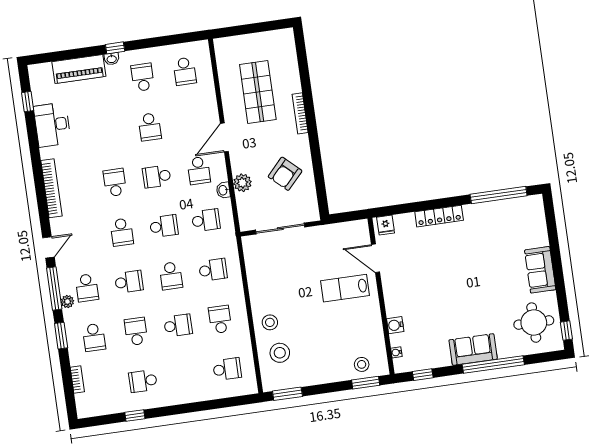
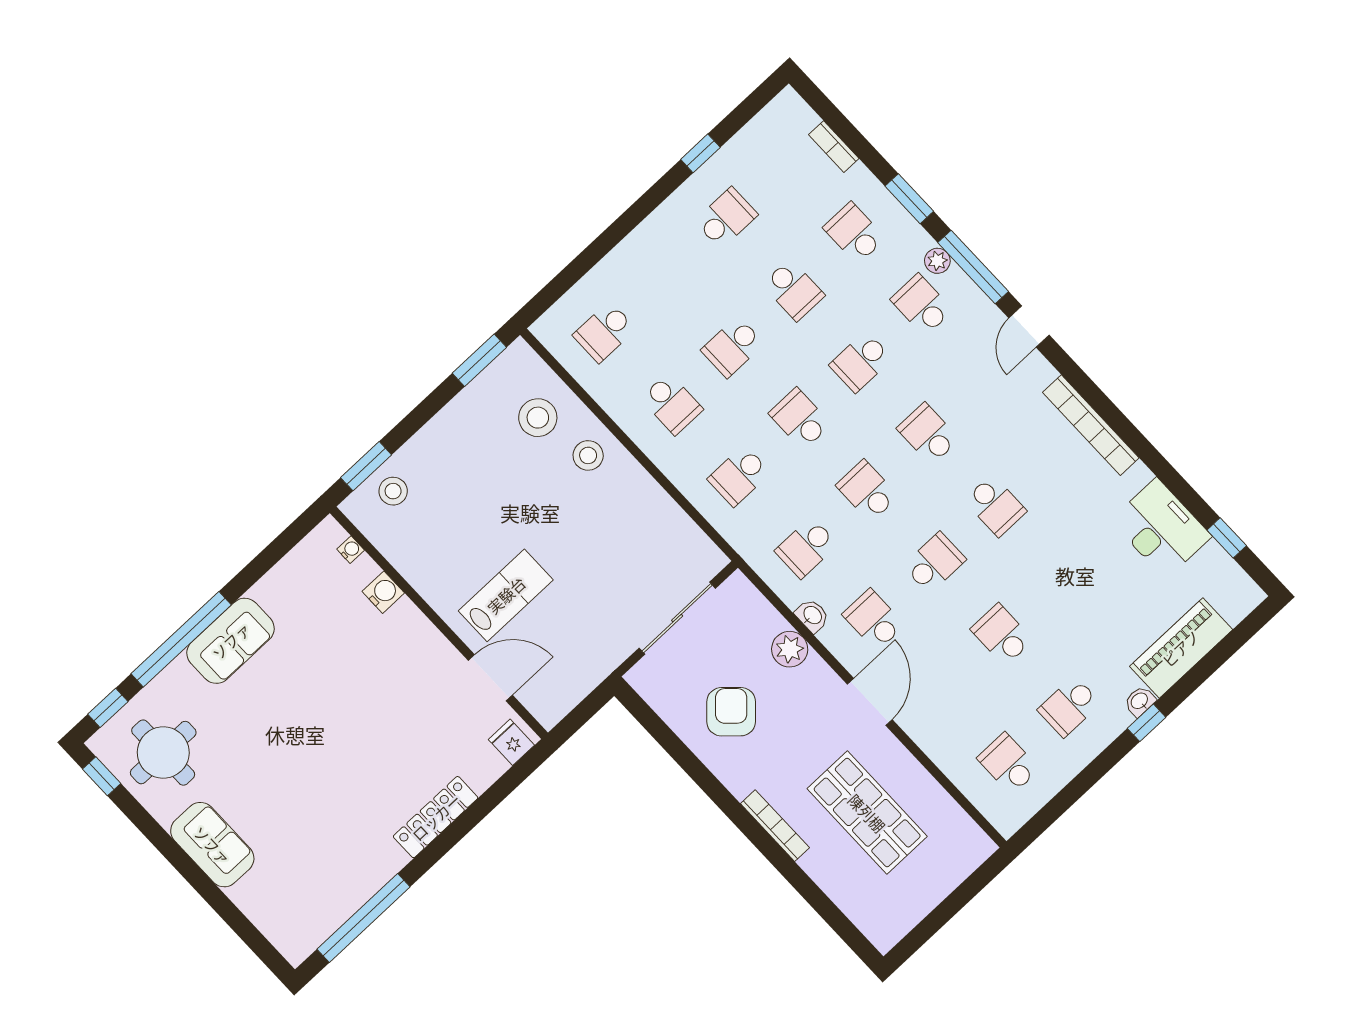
school desk: (143, 77) -> (1069, 707), turned 90
school desk: (164, 226) -> (867, 491), turned 90
window: (423, 375) -> (108, 708), moved

